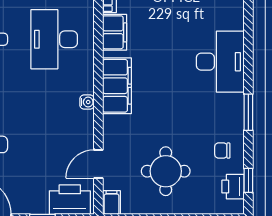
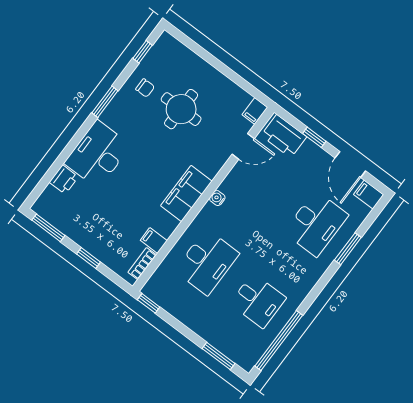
filing cabinet: (115, 32) -> (154, 240), width x0.50
round table: (166, 171) -> (181, 109), moved
printer: (233, 187) -> (64, 180), moved

